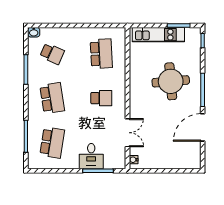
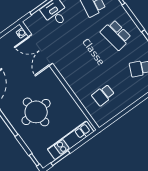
school desk: (101, 54) -> (103, 95), width x0.54
school desk: (101, 98) -> (79, 62), removed
double door: (128, 133) -> (41, 50), width x1.37

